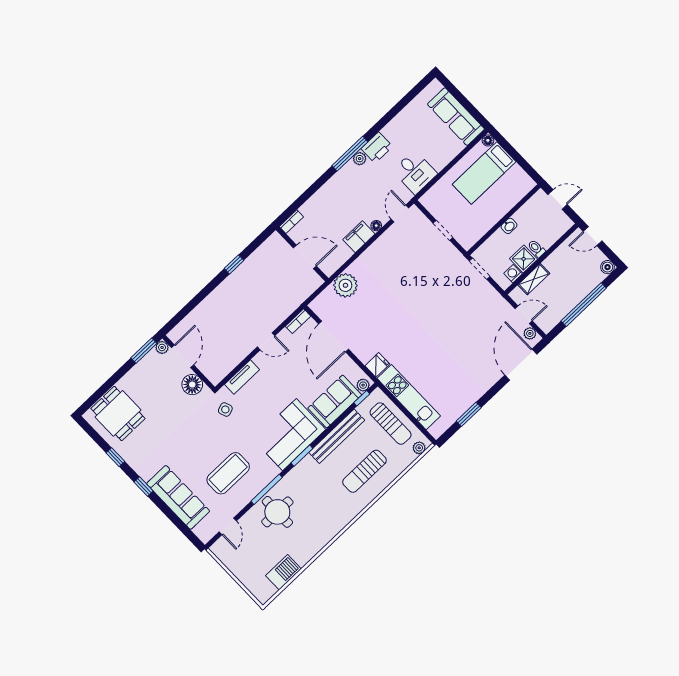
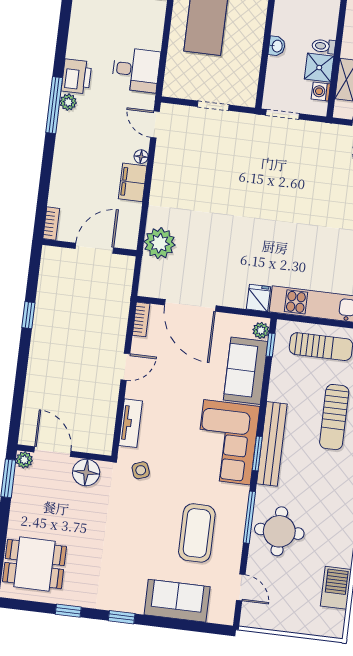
bench: (337, 436) -> (272, 444), moved
sofa: (178, 497) -> (177, 601), width x0.73

